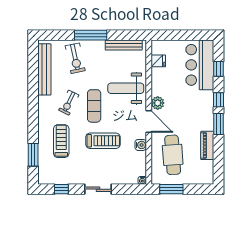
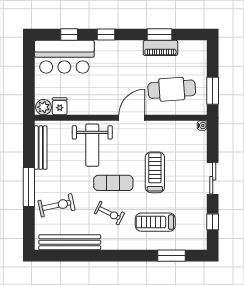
plant: (158, 103) -> (44, 107), moved
window: (218, 124) -> (159, 34), moved
water cooler: (141, 145) -> (160, 127), removed

